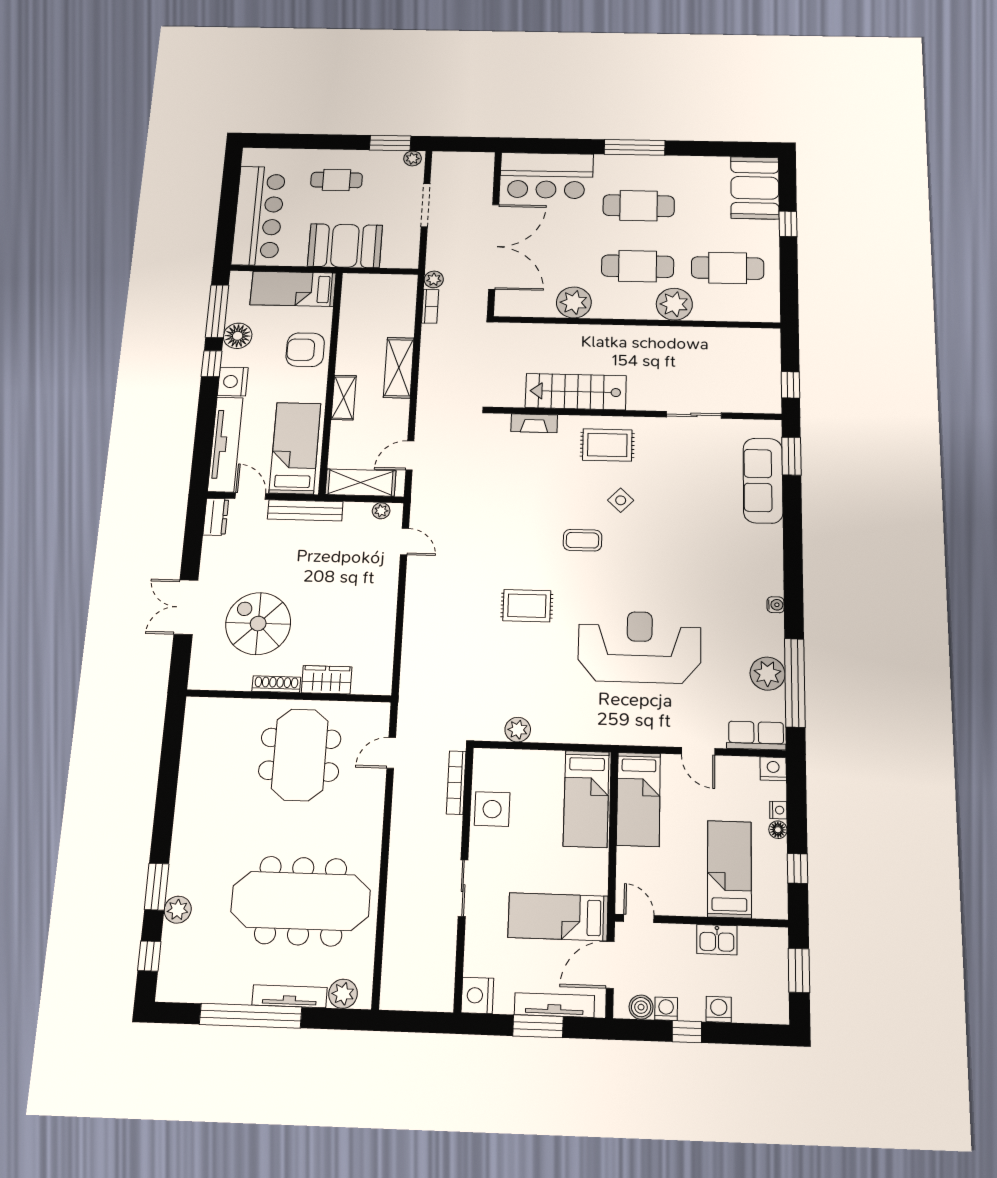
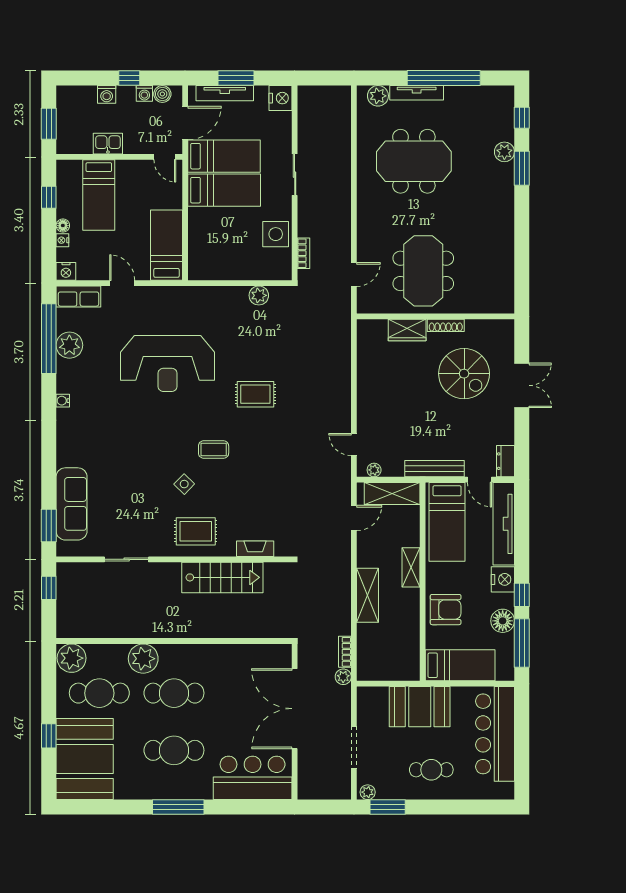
booth: (755, 188) -> (85, 759), width x1.36, depth x1.42
plant: (574, 302) -> (72, 658), moved
bookcase: (456, 783) -> (304, 253), width x0.64
bed: (586, 799) -> (224, 190), moved, turned 90
meeting table: (301, 901) -> (414, 161), width x0.73

